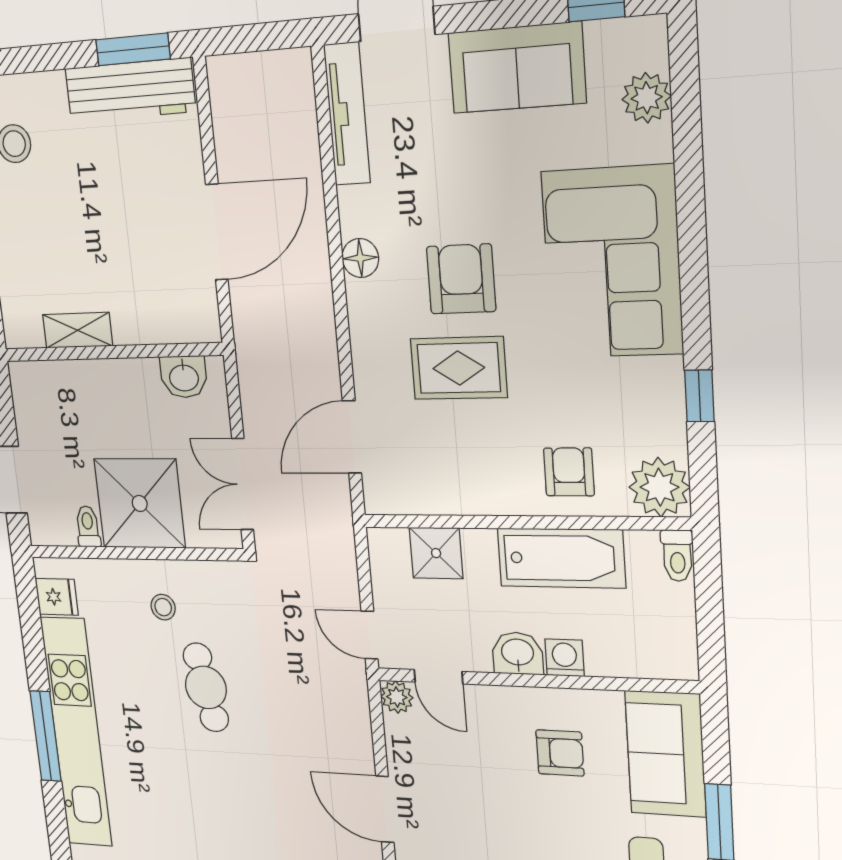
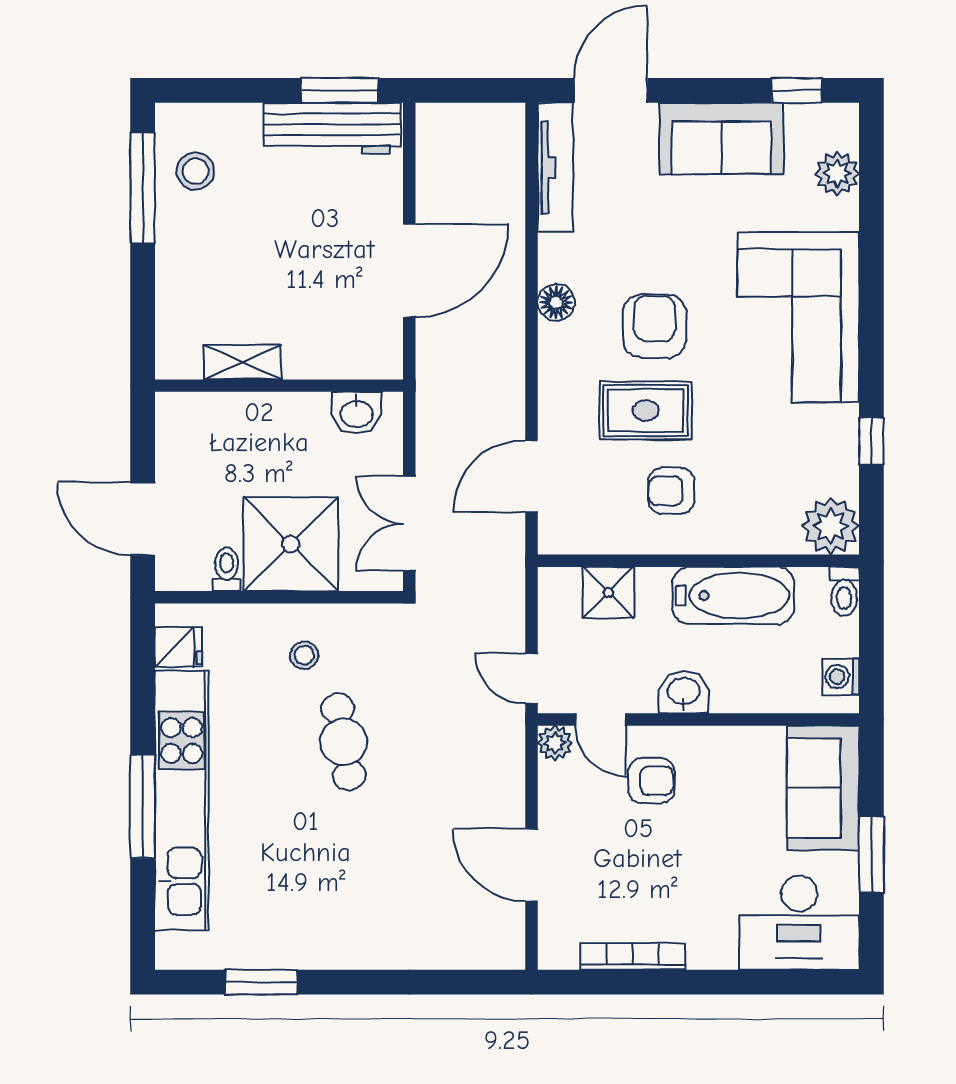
armchair: (569, 472) -> (671, 491), moved, turned -90
washing machine: (565, 658) -> (841, 677), moved, turned -90
armchair: (560, 753) -> (651, 781), moved

